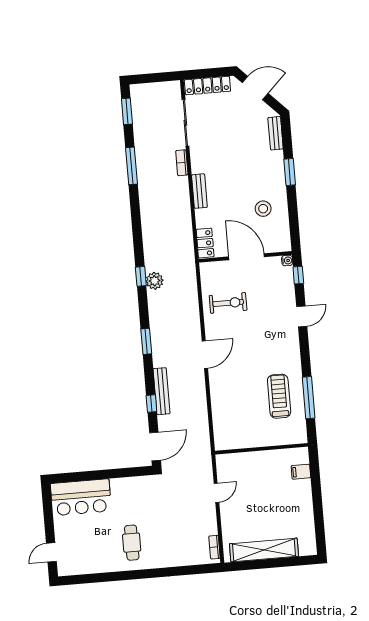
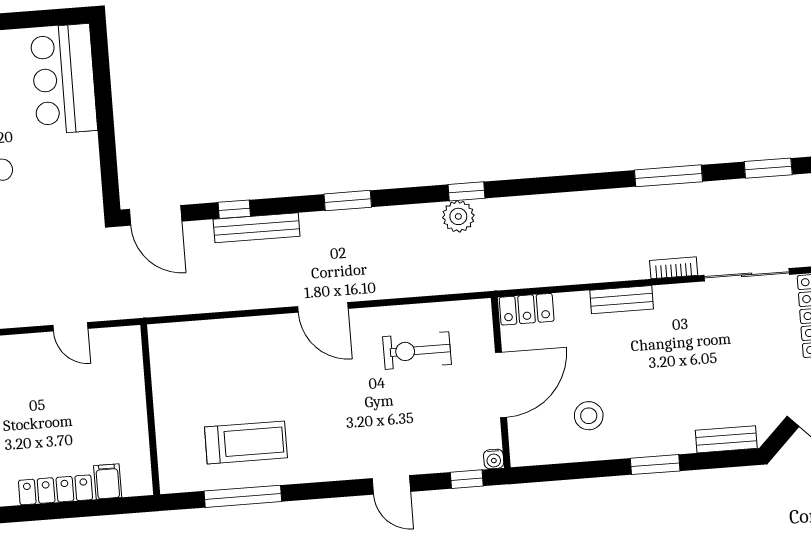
exercise bike: (228, 303) -> (417, 351), turned 90
locker: (306, 500) -> (55, 490), added

